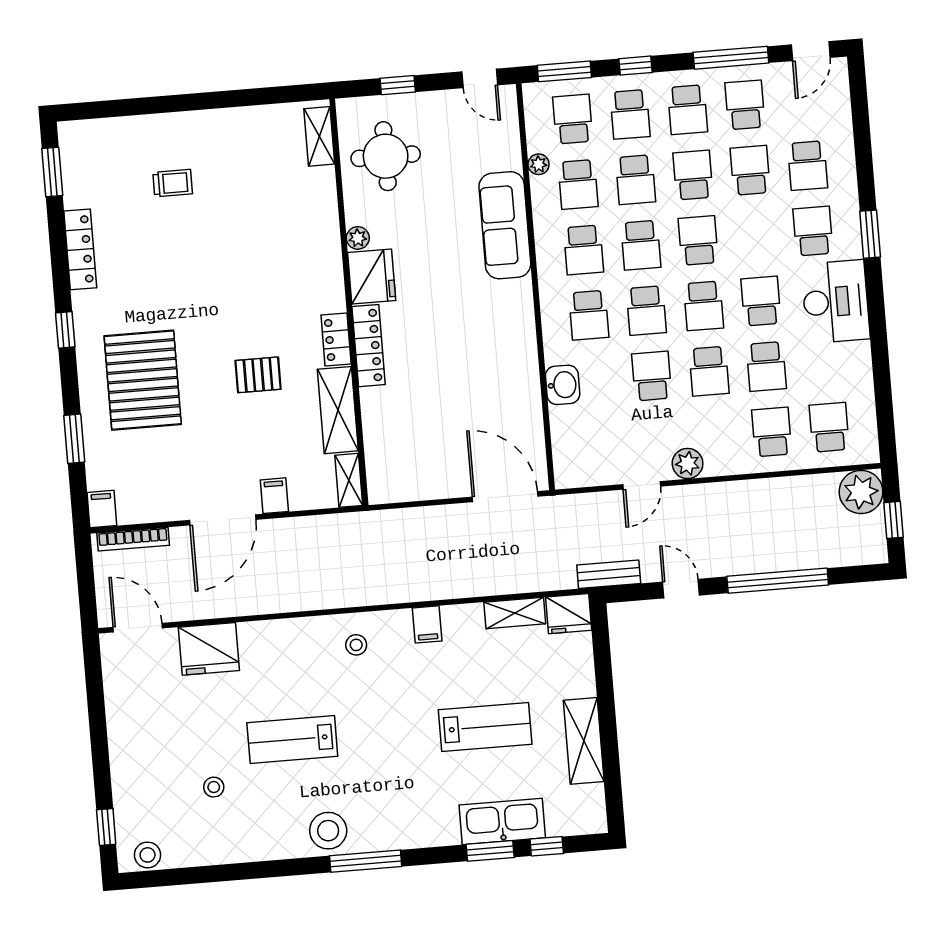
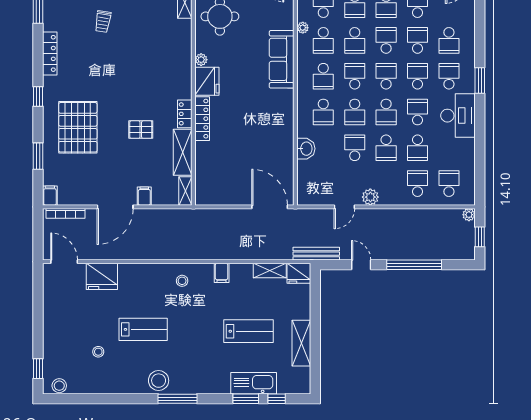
trolley: (173, 183) -> (103, 22), turned 99
school desk: (756, 236) -> (418, 76), added
school desk: (641, 245) -> (355, 76), turned 180
plant: (861, 492) -> (469, 215), width x0.53, depth x0.53
bench: (609, 574) -> (316, 254), width x1.36
lab bench: (292, 740) -> (143, 329), turned 180

